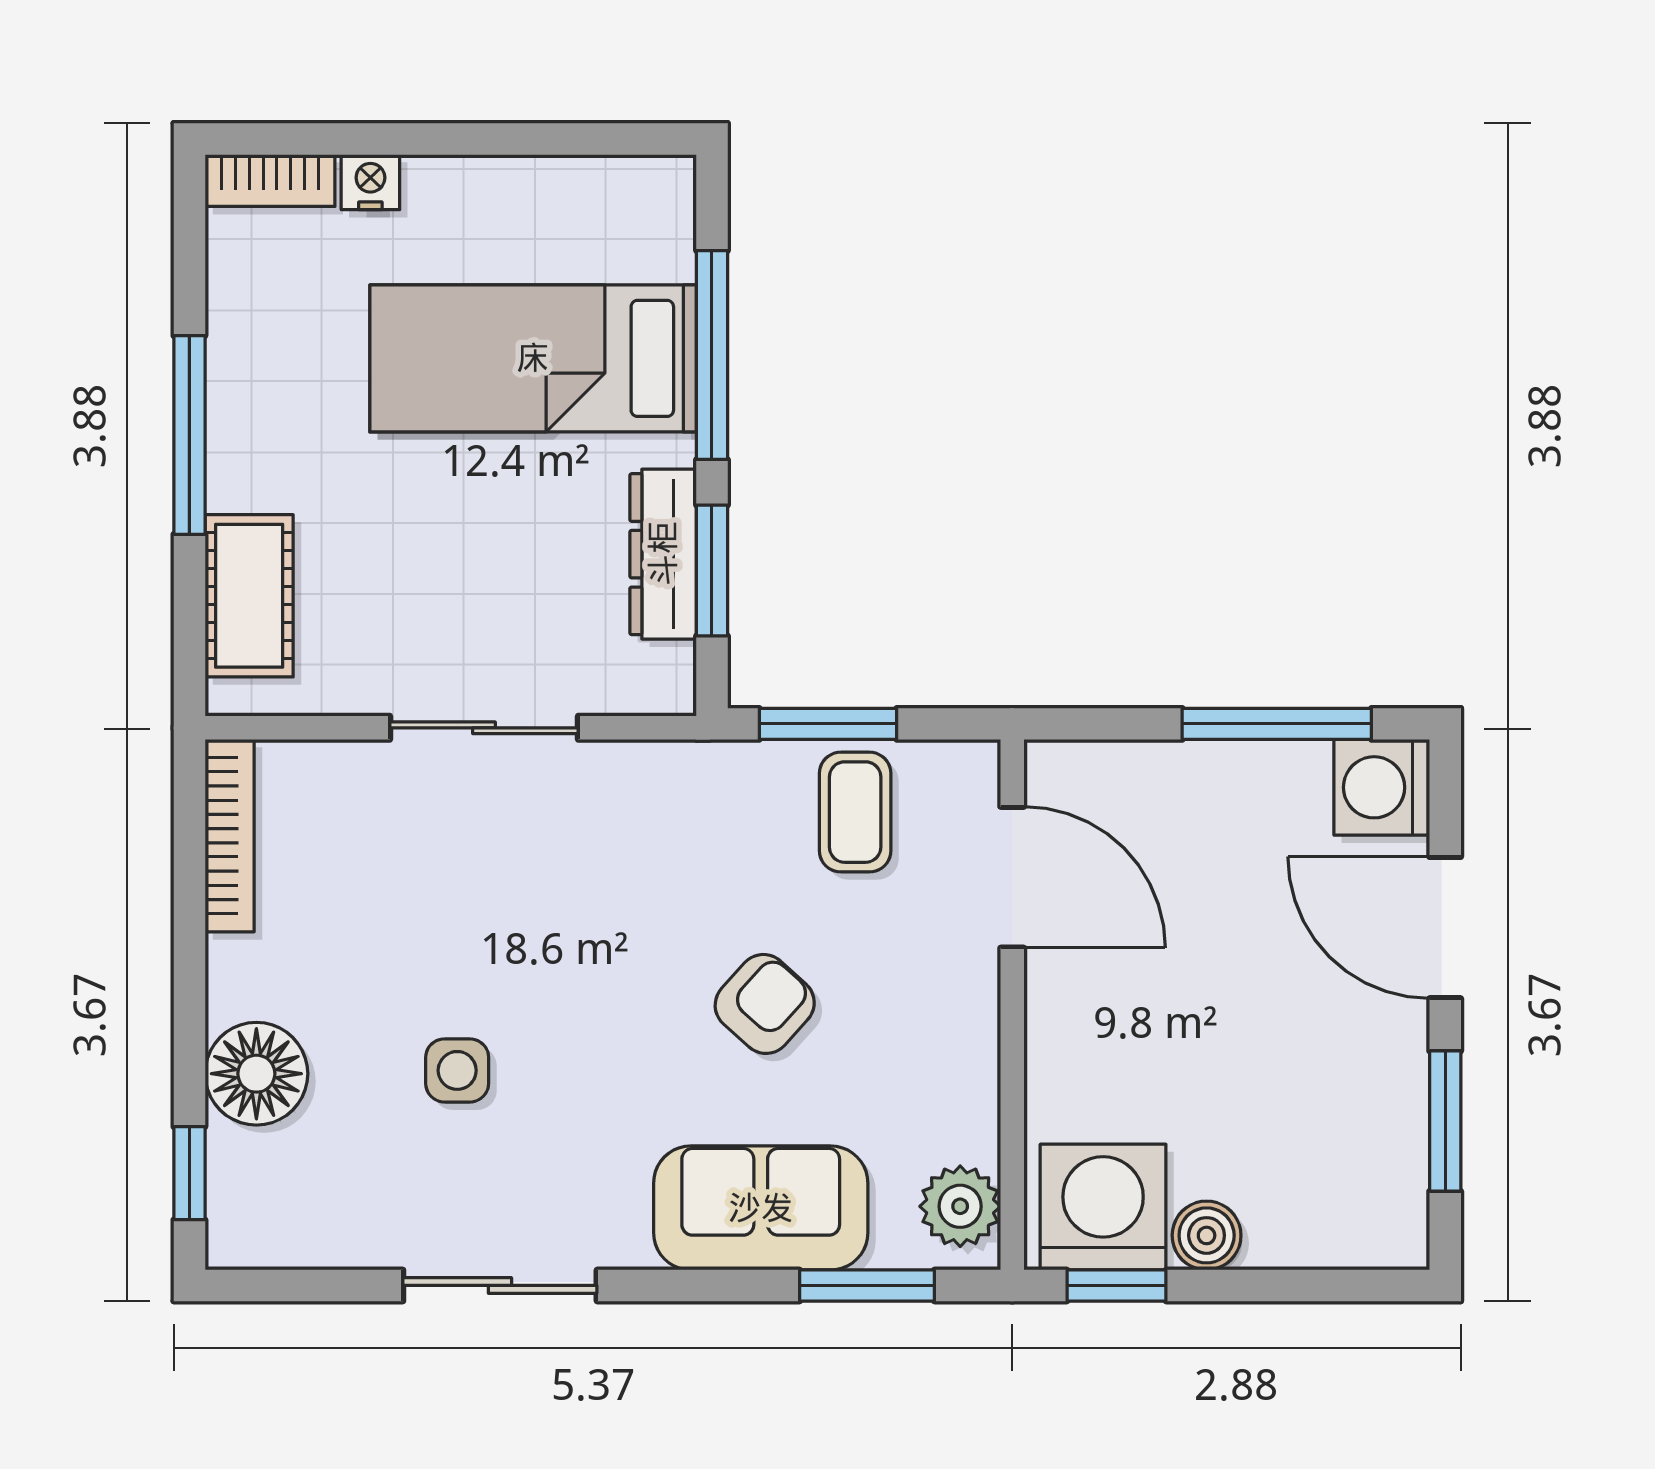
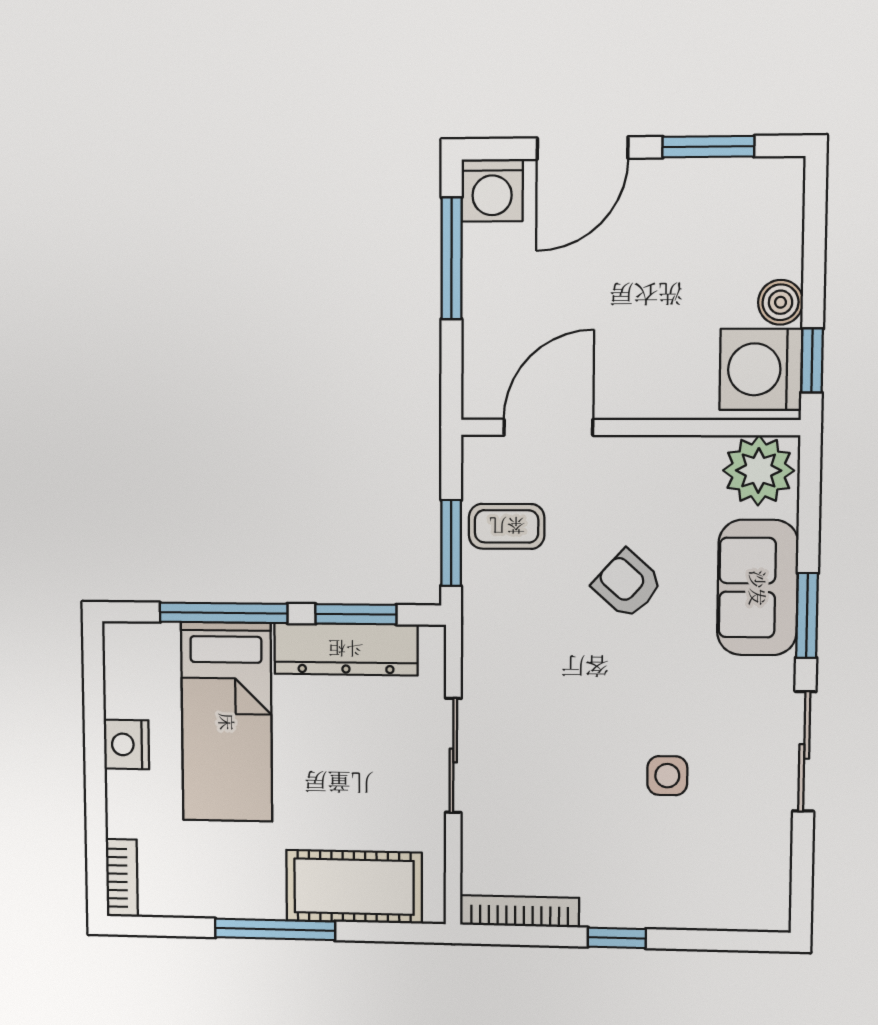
nightstand: (370, 182) -> (126, 744), moved, width x1.39, depth x1.35
dresser: (663, 554) -> (346, 649), width x1.37, depth x1.24
cot: (249, 596) -> (354, 887), width x1.37, depth x1.34
floor lamp: (256, 1074) -> (668, 899), removed
window: (189, 1173) -> (617, 938), moved
plant: (960, 1206) -> (759, 470), width x1.36, depth x1.36
window: (867, 1285) -> (807, 616), moved

